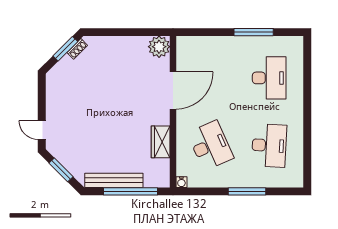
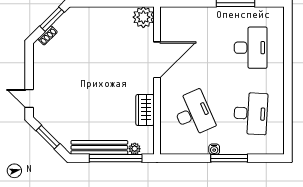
shoe rack: (77, 49) -> (48, 35), moved
plant: (150, 182) -> (135, 149), added
water cooler: (181, 182) -> (214, 149), moved

